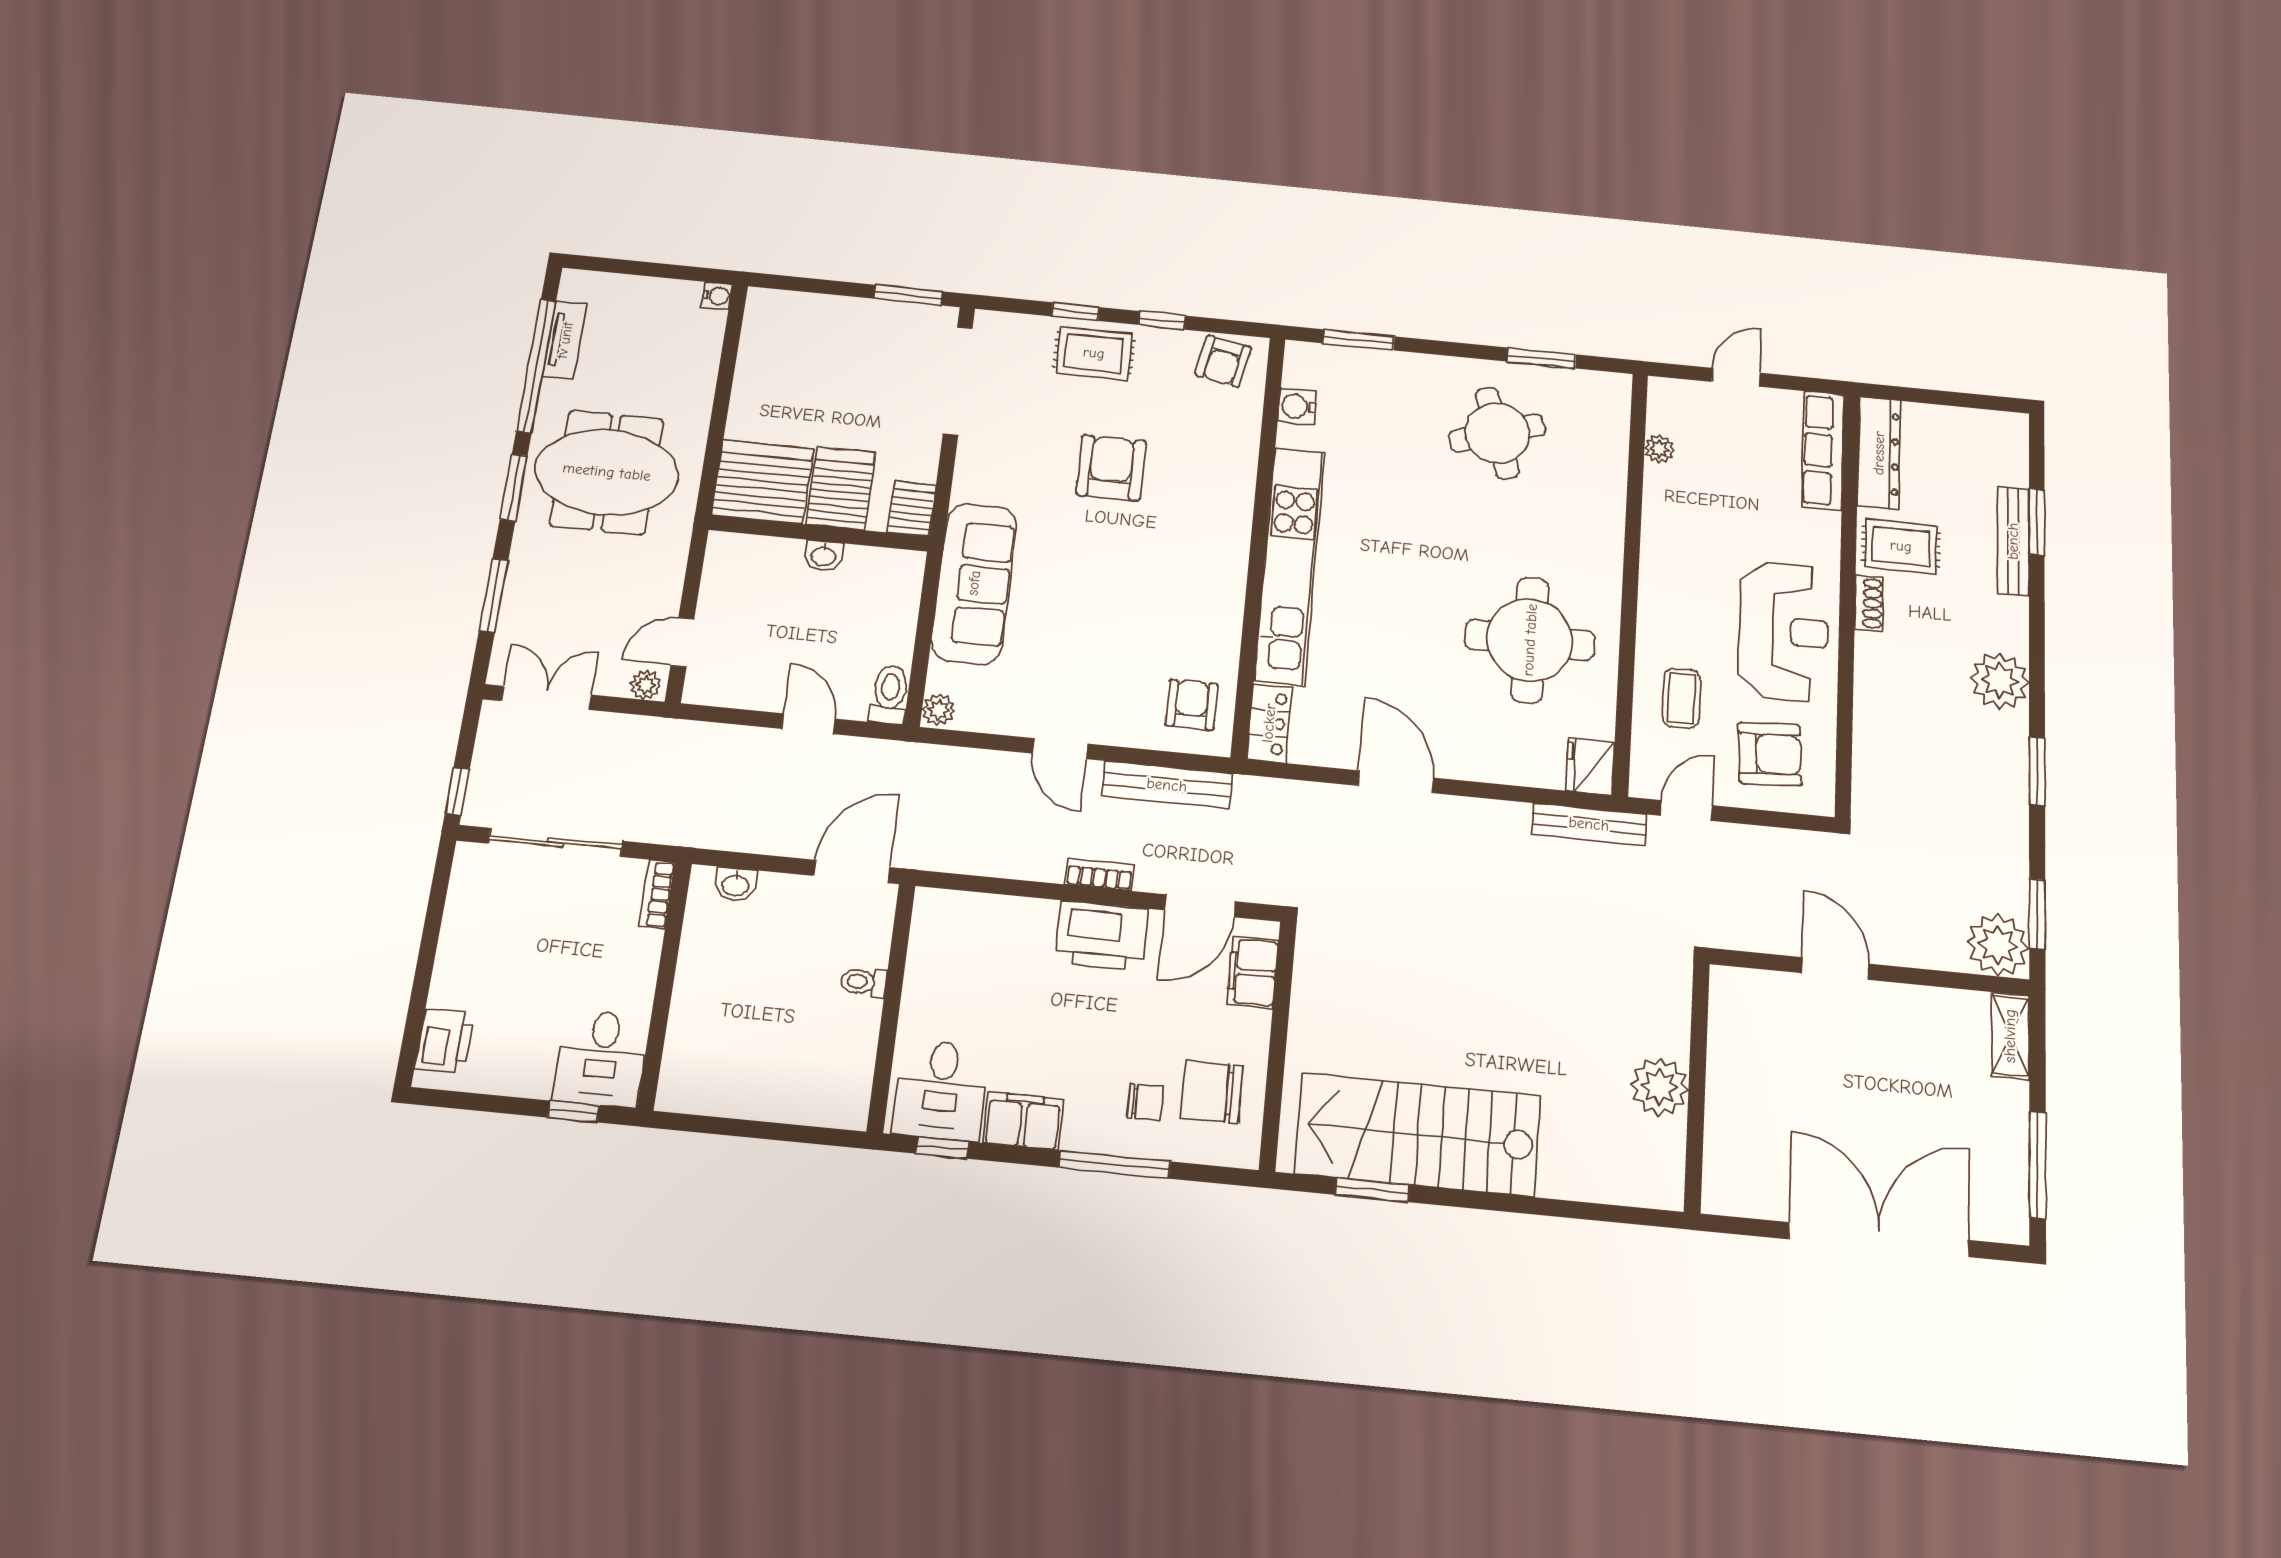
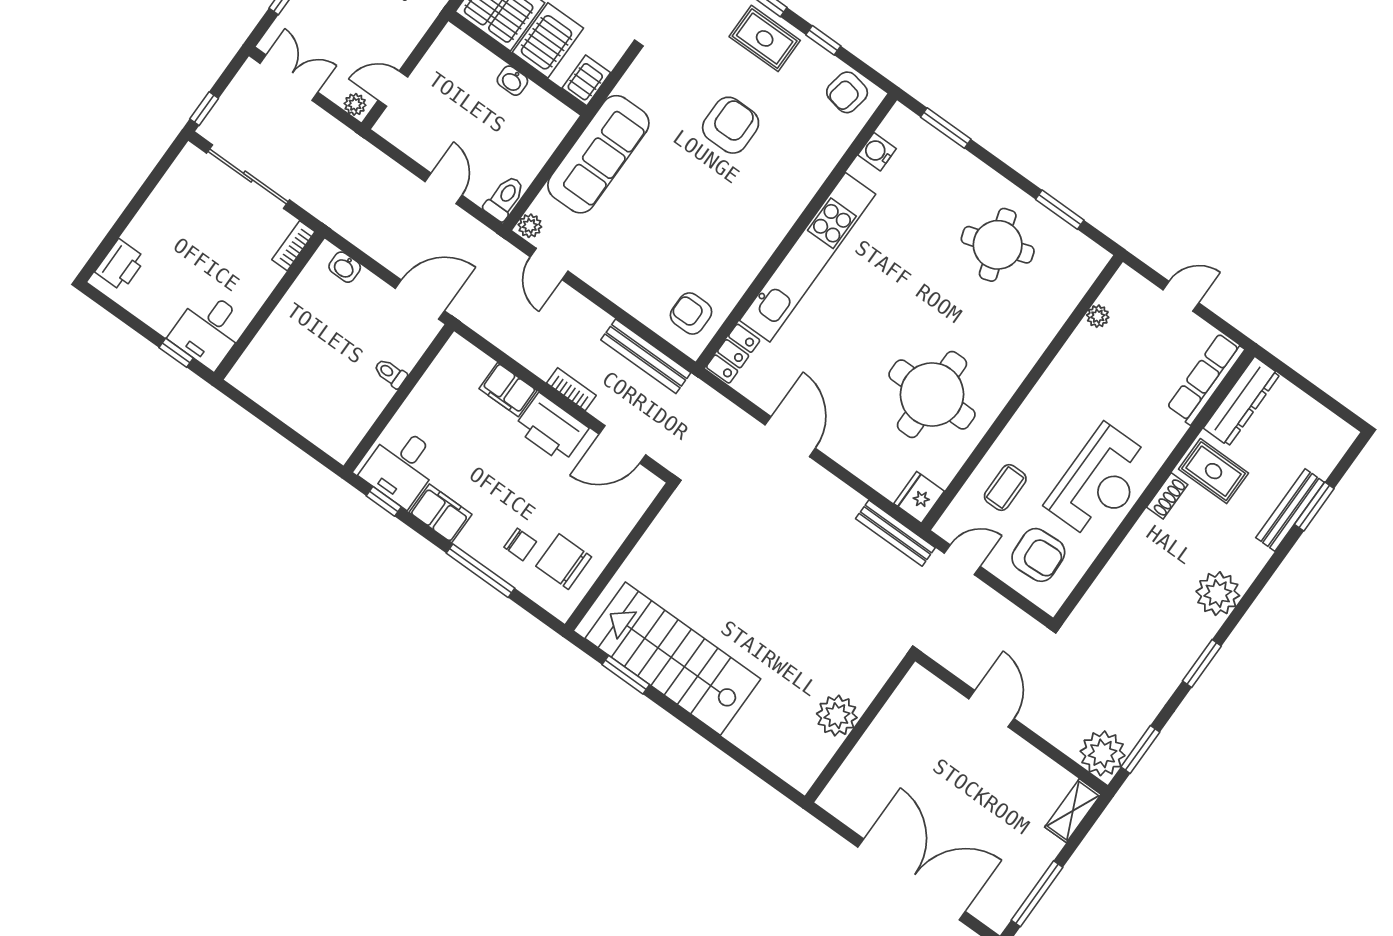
armchair: (1192, 705) -> (691, 313), turned -90
door: (1060, 749) -> (549, 264), moved
filing cabinet: (1253, 972) -> (508, 390), moved, turned -90

